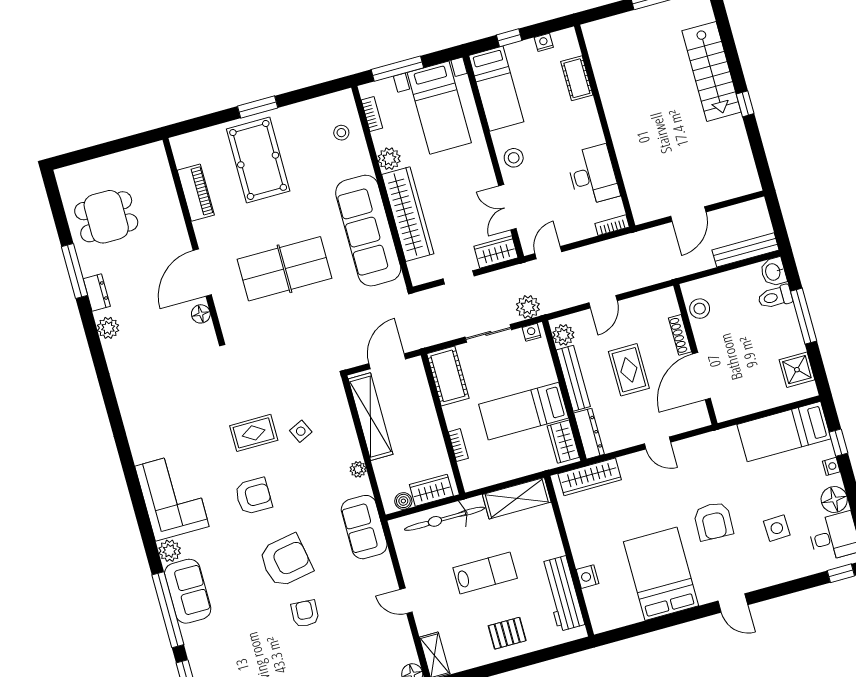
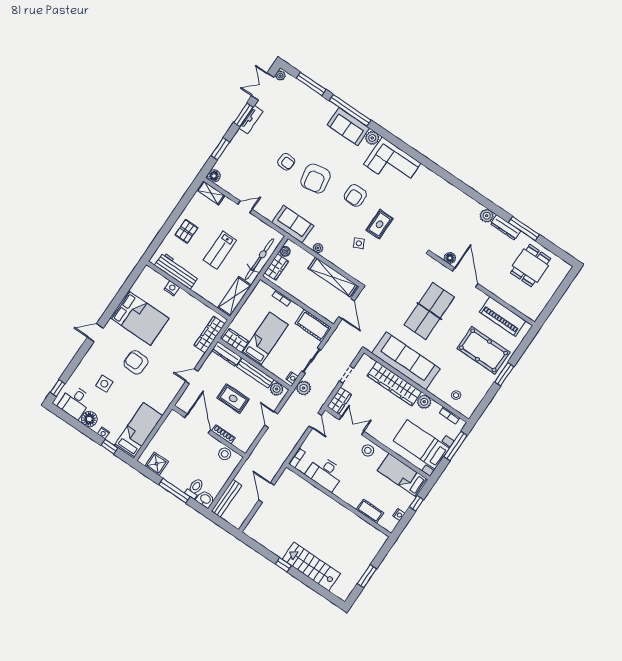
piano: (196, 193) -> (503, 317), width x1.37, depth x1.33
dresser: (97, 292) -> (506, 227), width x1.44

